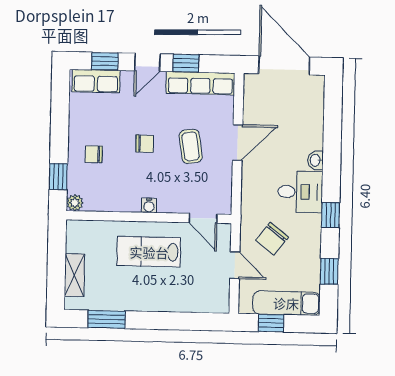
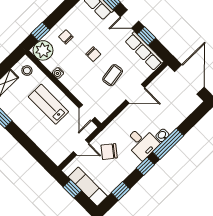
window: (332, 164) -> (168, 144), added
plant: (75, 203) -> (43, 50), width x1.87, depth x1.87
water cooler: (149, 205) -> (58, 73), moved
stool: (86, 237) -> (27, 71), added
door: (235, 265) -> (81, 147), hinge flipped

